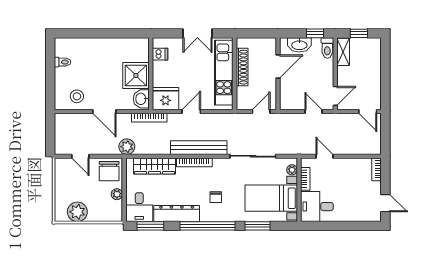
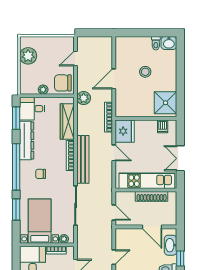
shower: (136, 75) -> (166, 103), moved
stool: (77, 96) -> (145, 72), moved
washbasin: (141, 99) -> (169, 43), moved, turned 180

